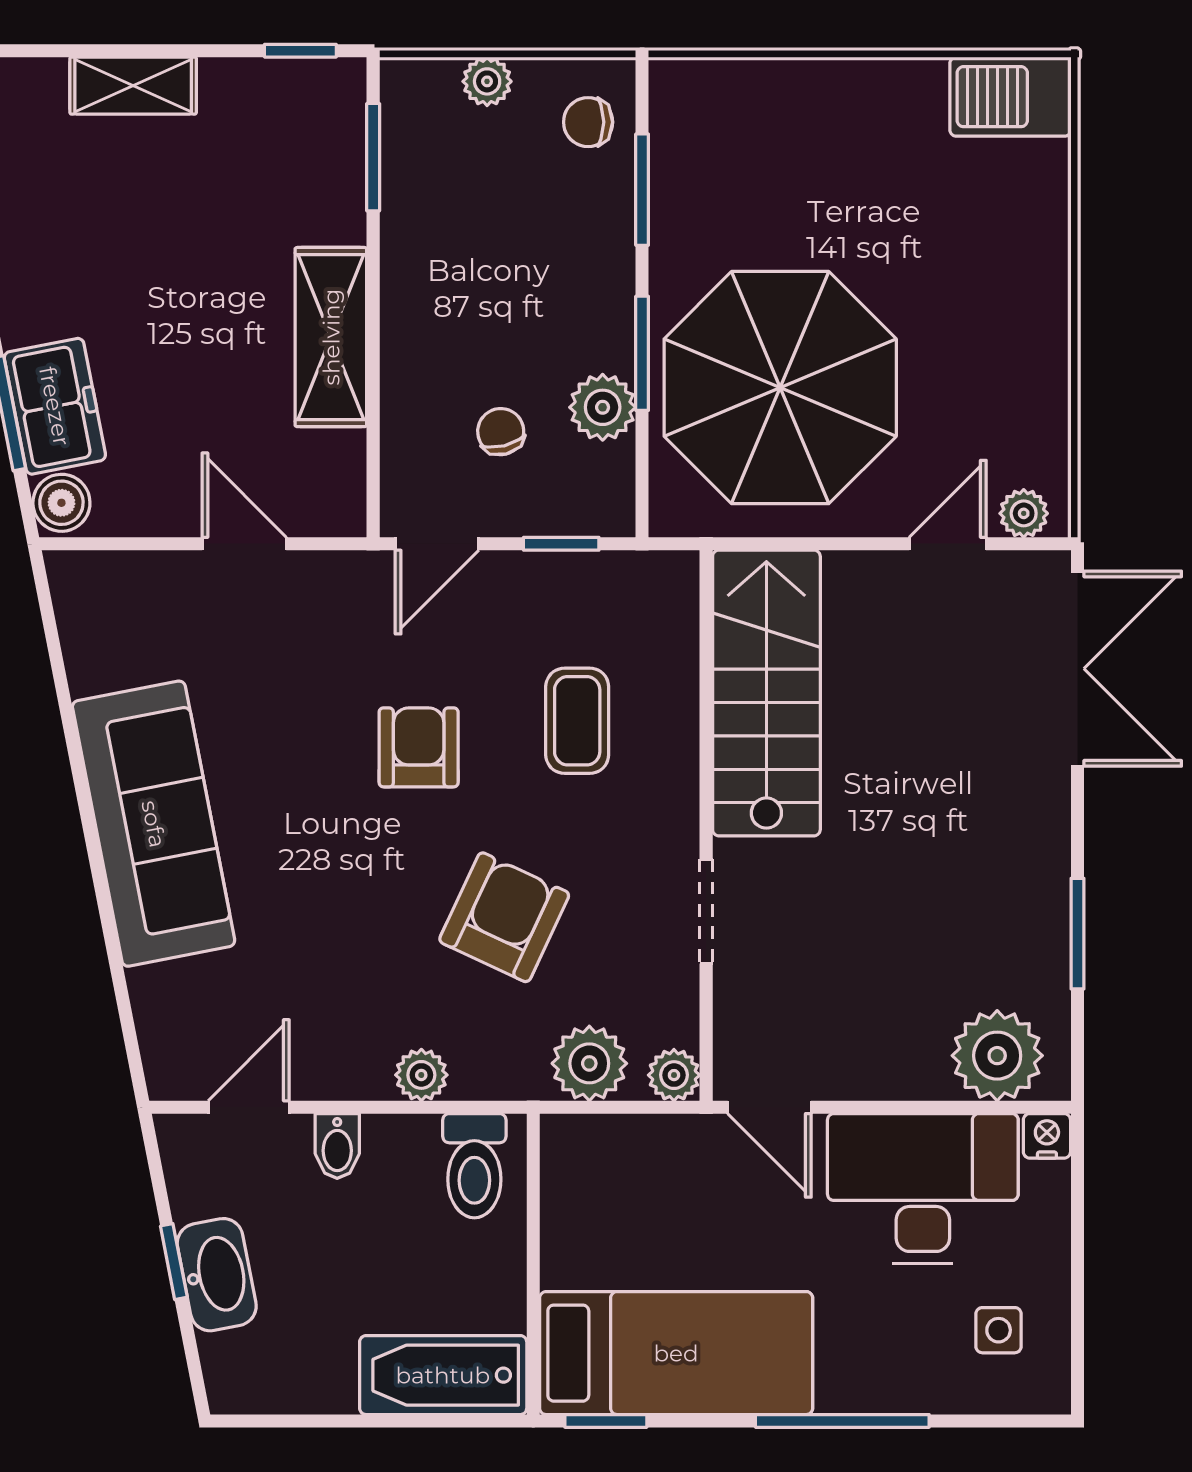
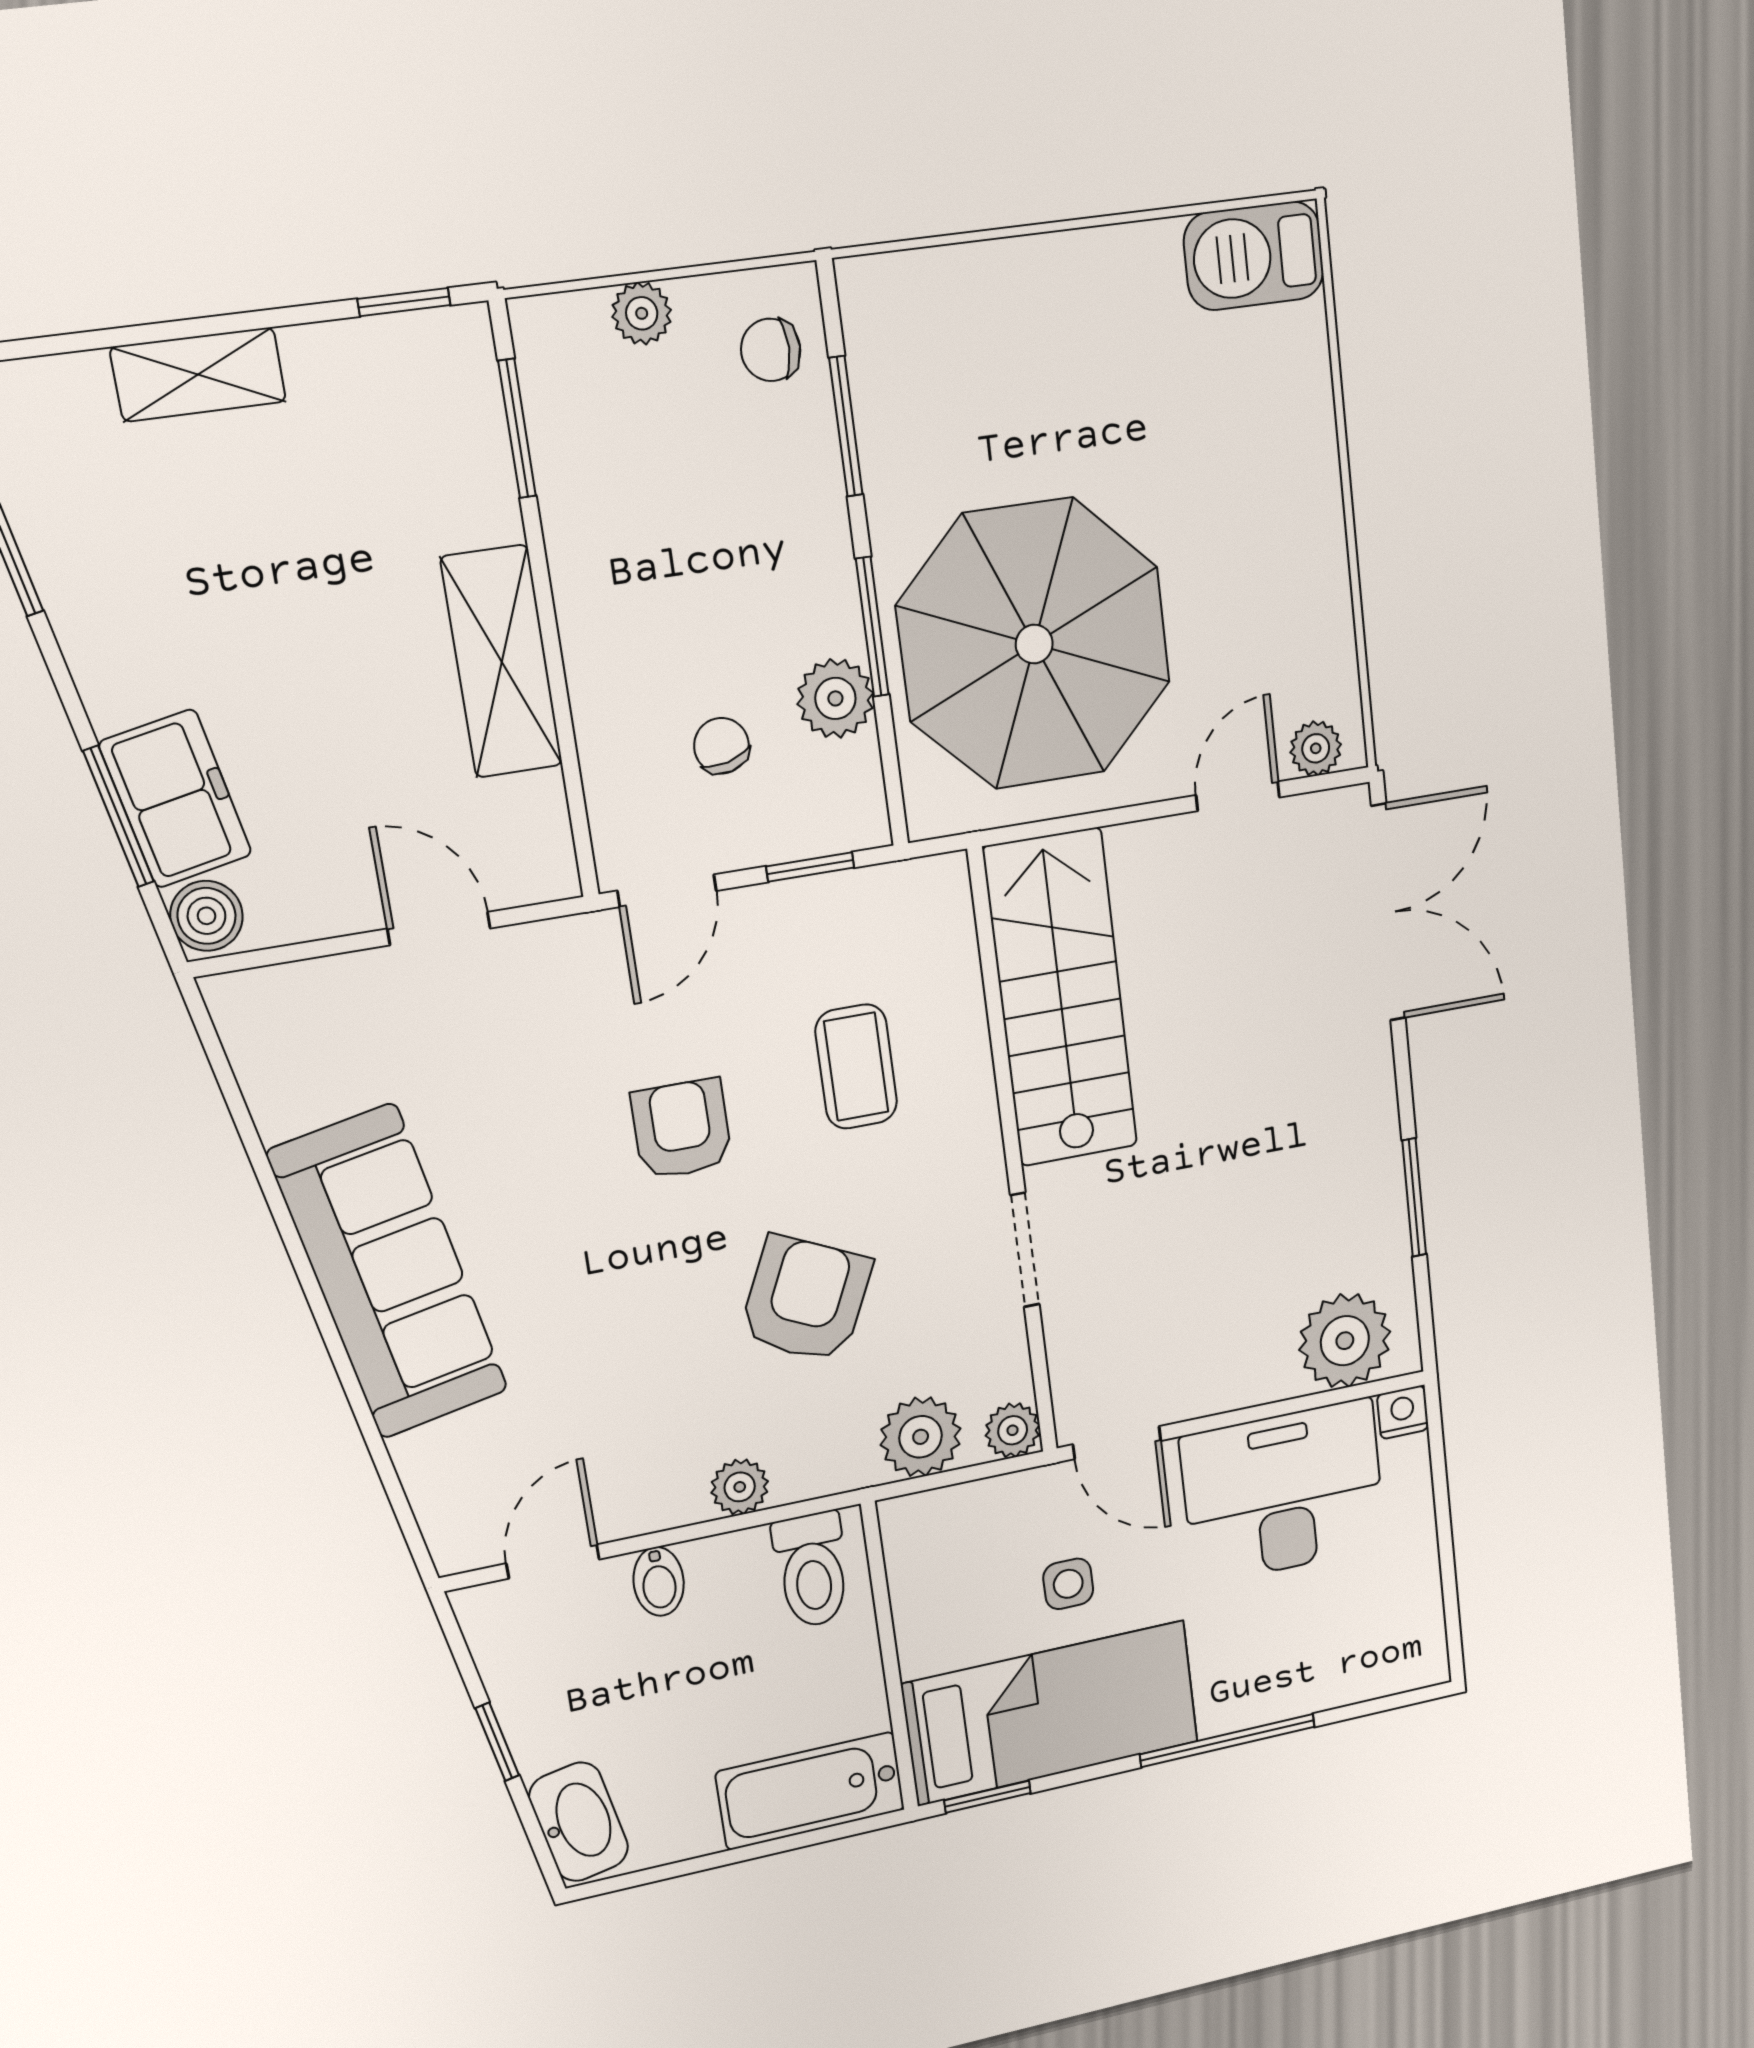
washbasin: (217, 1275) -> (579, 1822), moved
side table: (999, 1330) -> (1068, 1584), moved

